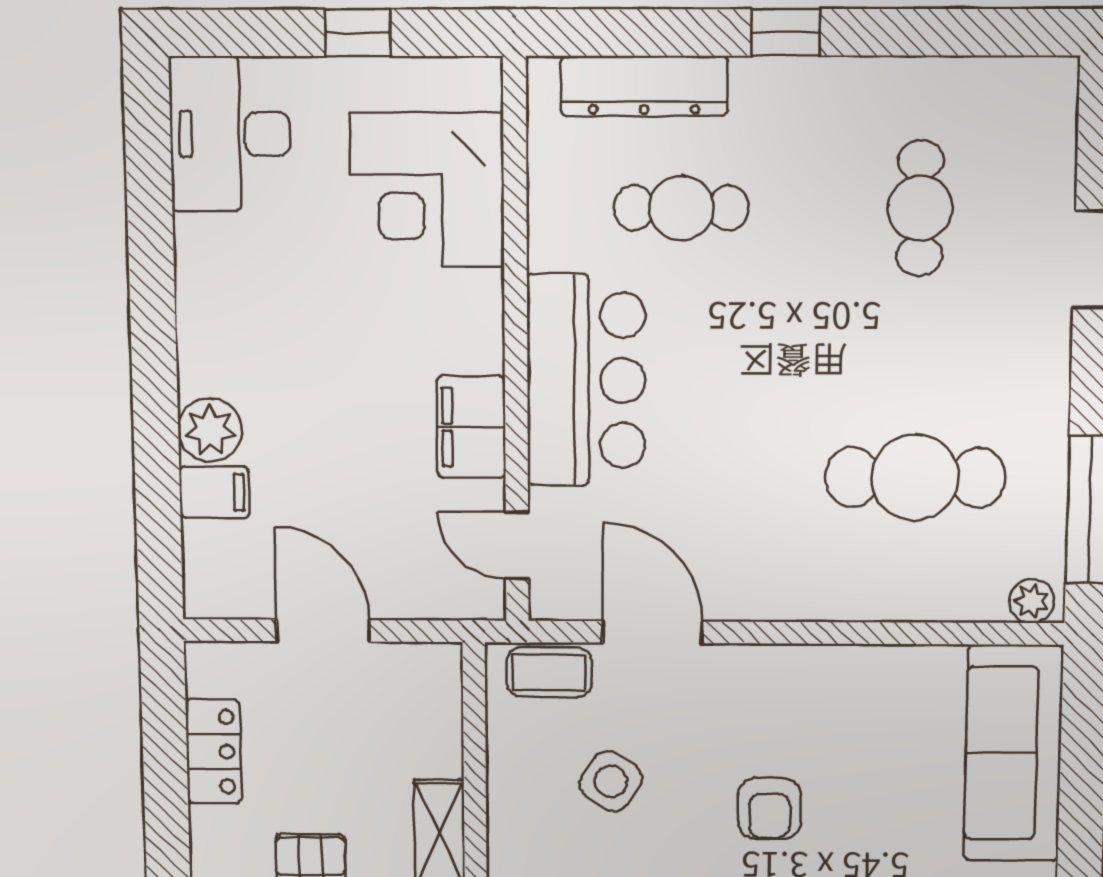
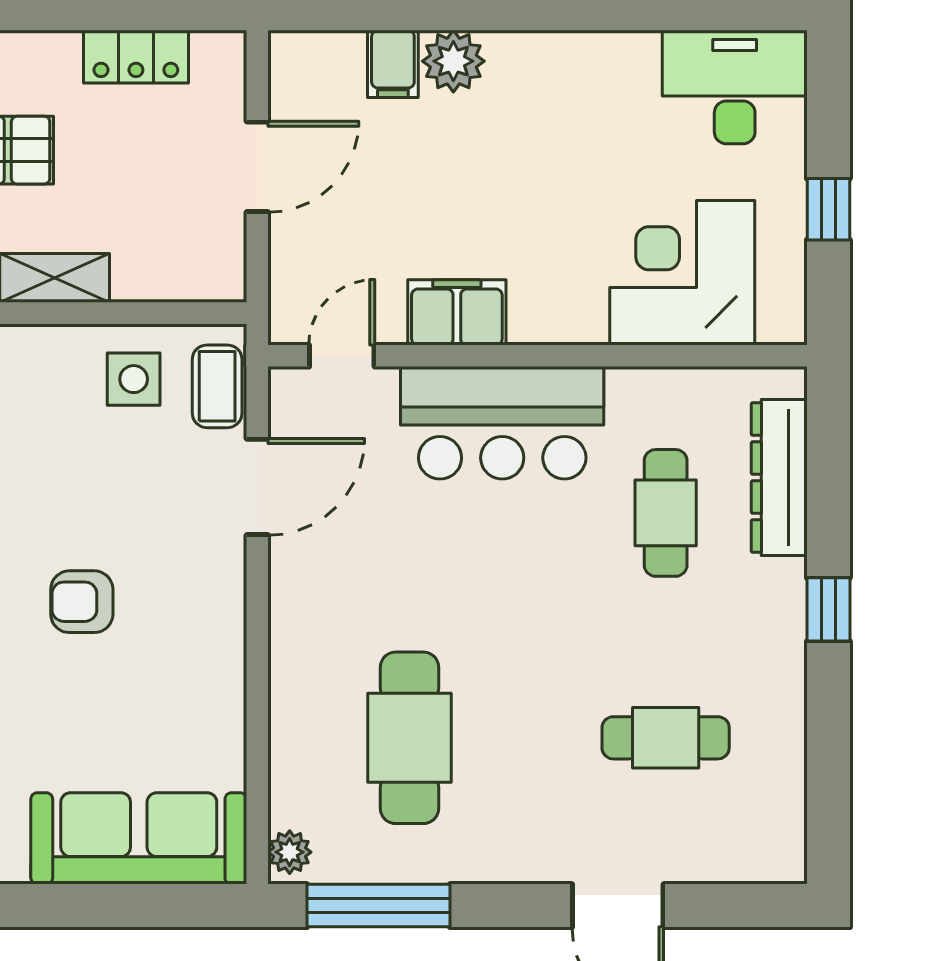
side table: (611, 781) -> (134, 379), moved, turned -34

